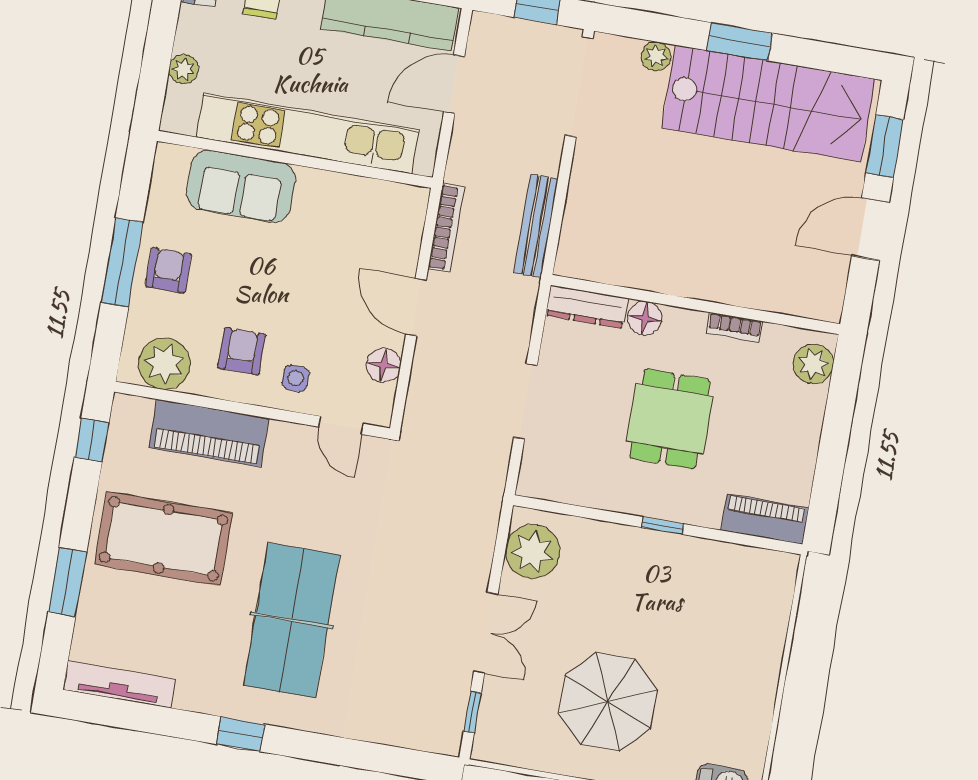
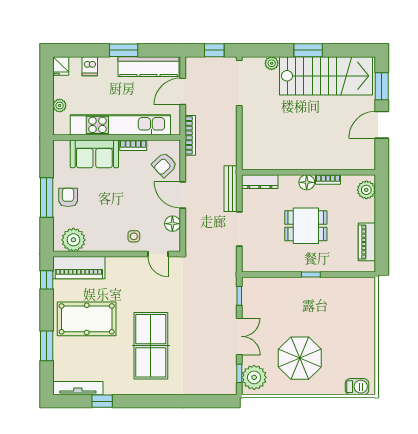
bookcase: (328, 182) -> (133, 145), added
bench: (536, 226) -> (231, 189), moved
bookcase: (446, 228) -> (190, 135), moved
floor lamp: (645, 318) -> (307, 182), moved
armchair: (242, 351) -> (164, 165), moved, turned -133
dining table: (670, 419) -> (306, 226), turned 90
piano: (209, 433) -> (79, 268), moved
piano: (765, 519) -> (367, 242), moved, turned -90
window: (501, 545) -> (239, 296), added
plant: (532, 551) -> (254, 377), moved
window: (241, 734) -> (102, 401), moved

